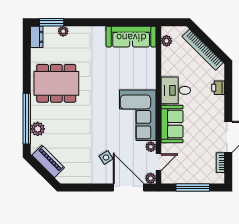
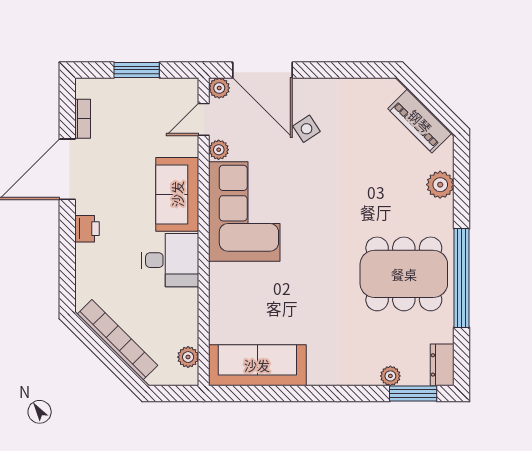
printer: (218, 88) -> (87, 229), moved
window: (27, 119) -> (462, 278), moved
window: (193, 188) -> (137, 70), width x0.69

